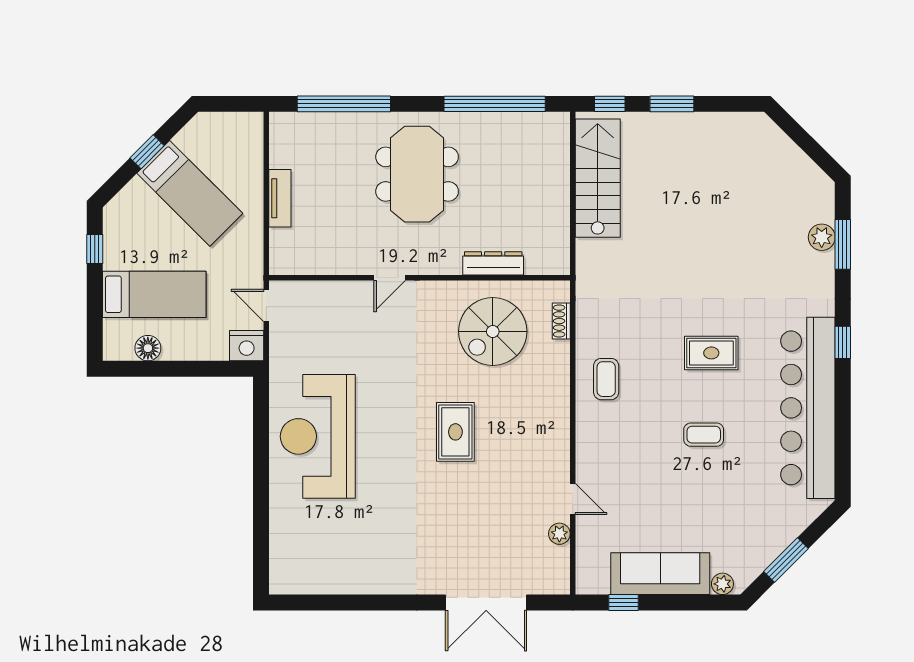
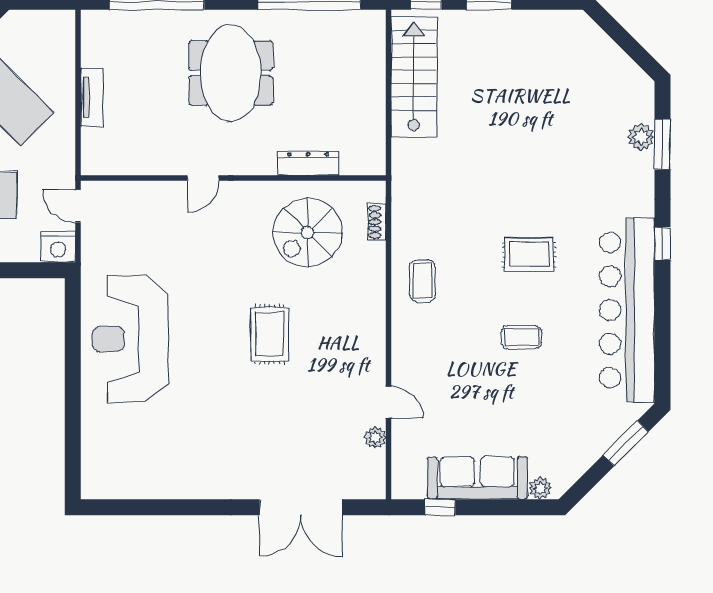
window: (786, 560) -> (626, 443), moved

